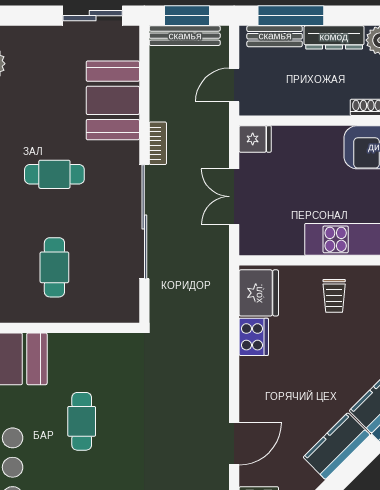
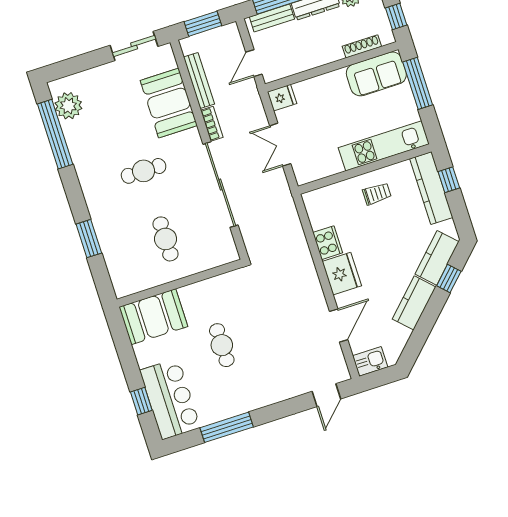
bench: (185, 36) -> (199, 80), moved, turned 90
fridge: (259, 293) -> (342, 274), moved
trolley: (334, 296) -> (377, 194), turned -90

